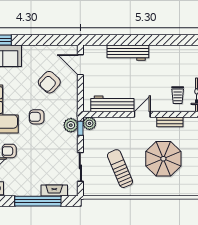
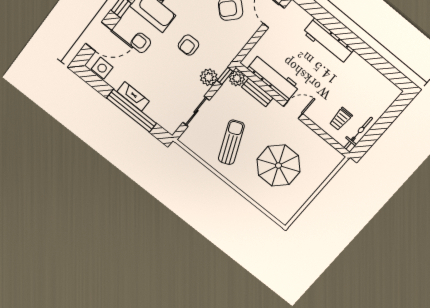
armchair: (37, 117) -> (188, 45), moved, turned -90
bench: (170, 122) -> (257, 92), moved
plant: (71, 125) -> (209, 77), moved
fireplace: (54, 191) -> (133, 96), moved

